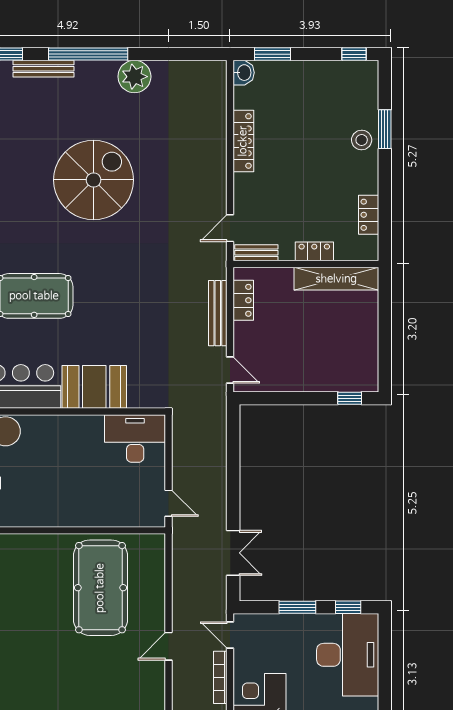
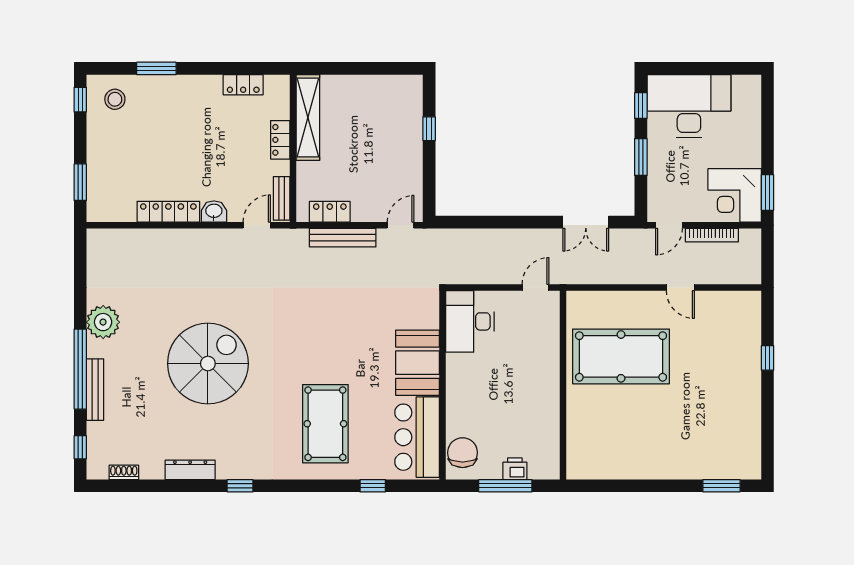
bench: (44, 69) -> (95, 390), moved
washbasin: (244, 73) -> (214, 211), moved
stool: (362, 140) -> (115, 99), moved
spiral stairs: (94, 180) -> (208, 364), turned 90
door: (230, 228) -> (257, 225), swing flipped
window: (350, 398) -> (429, 129), moved
double door: (233, 553) -> (586, 222), swing flipped

